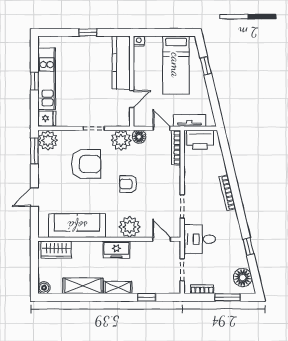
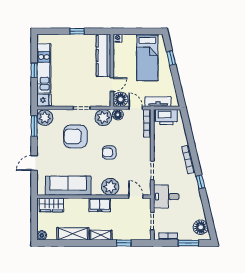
floor lamp: (143, 118) -> (121, 99), added
armchair: (86, 164) -> (75, 136), turned 180
window: (248, 247) -> (200, 182), moved

